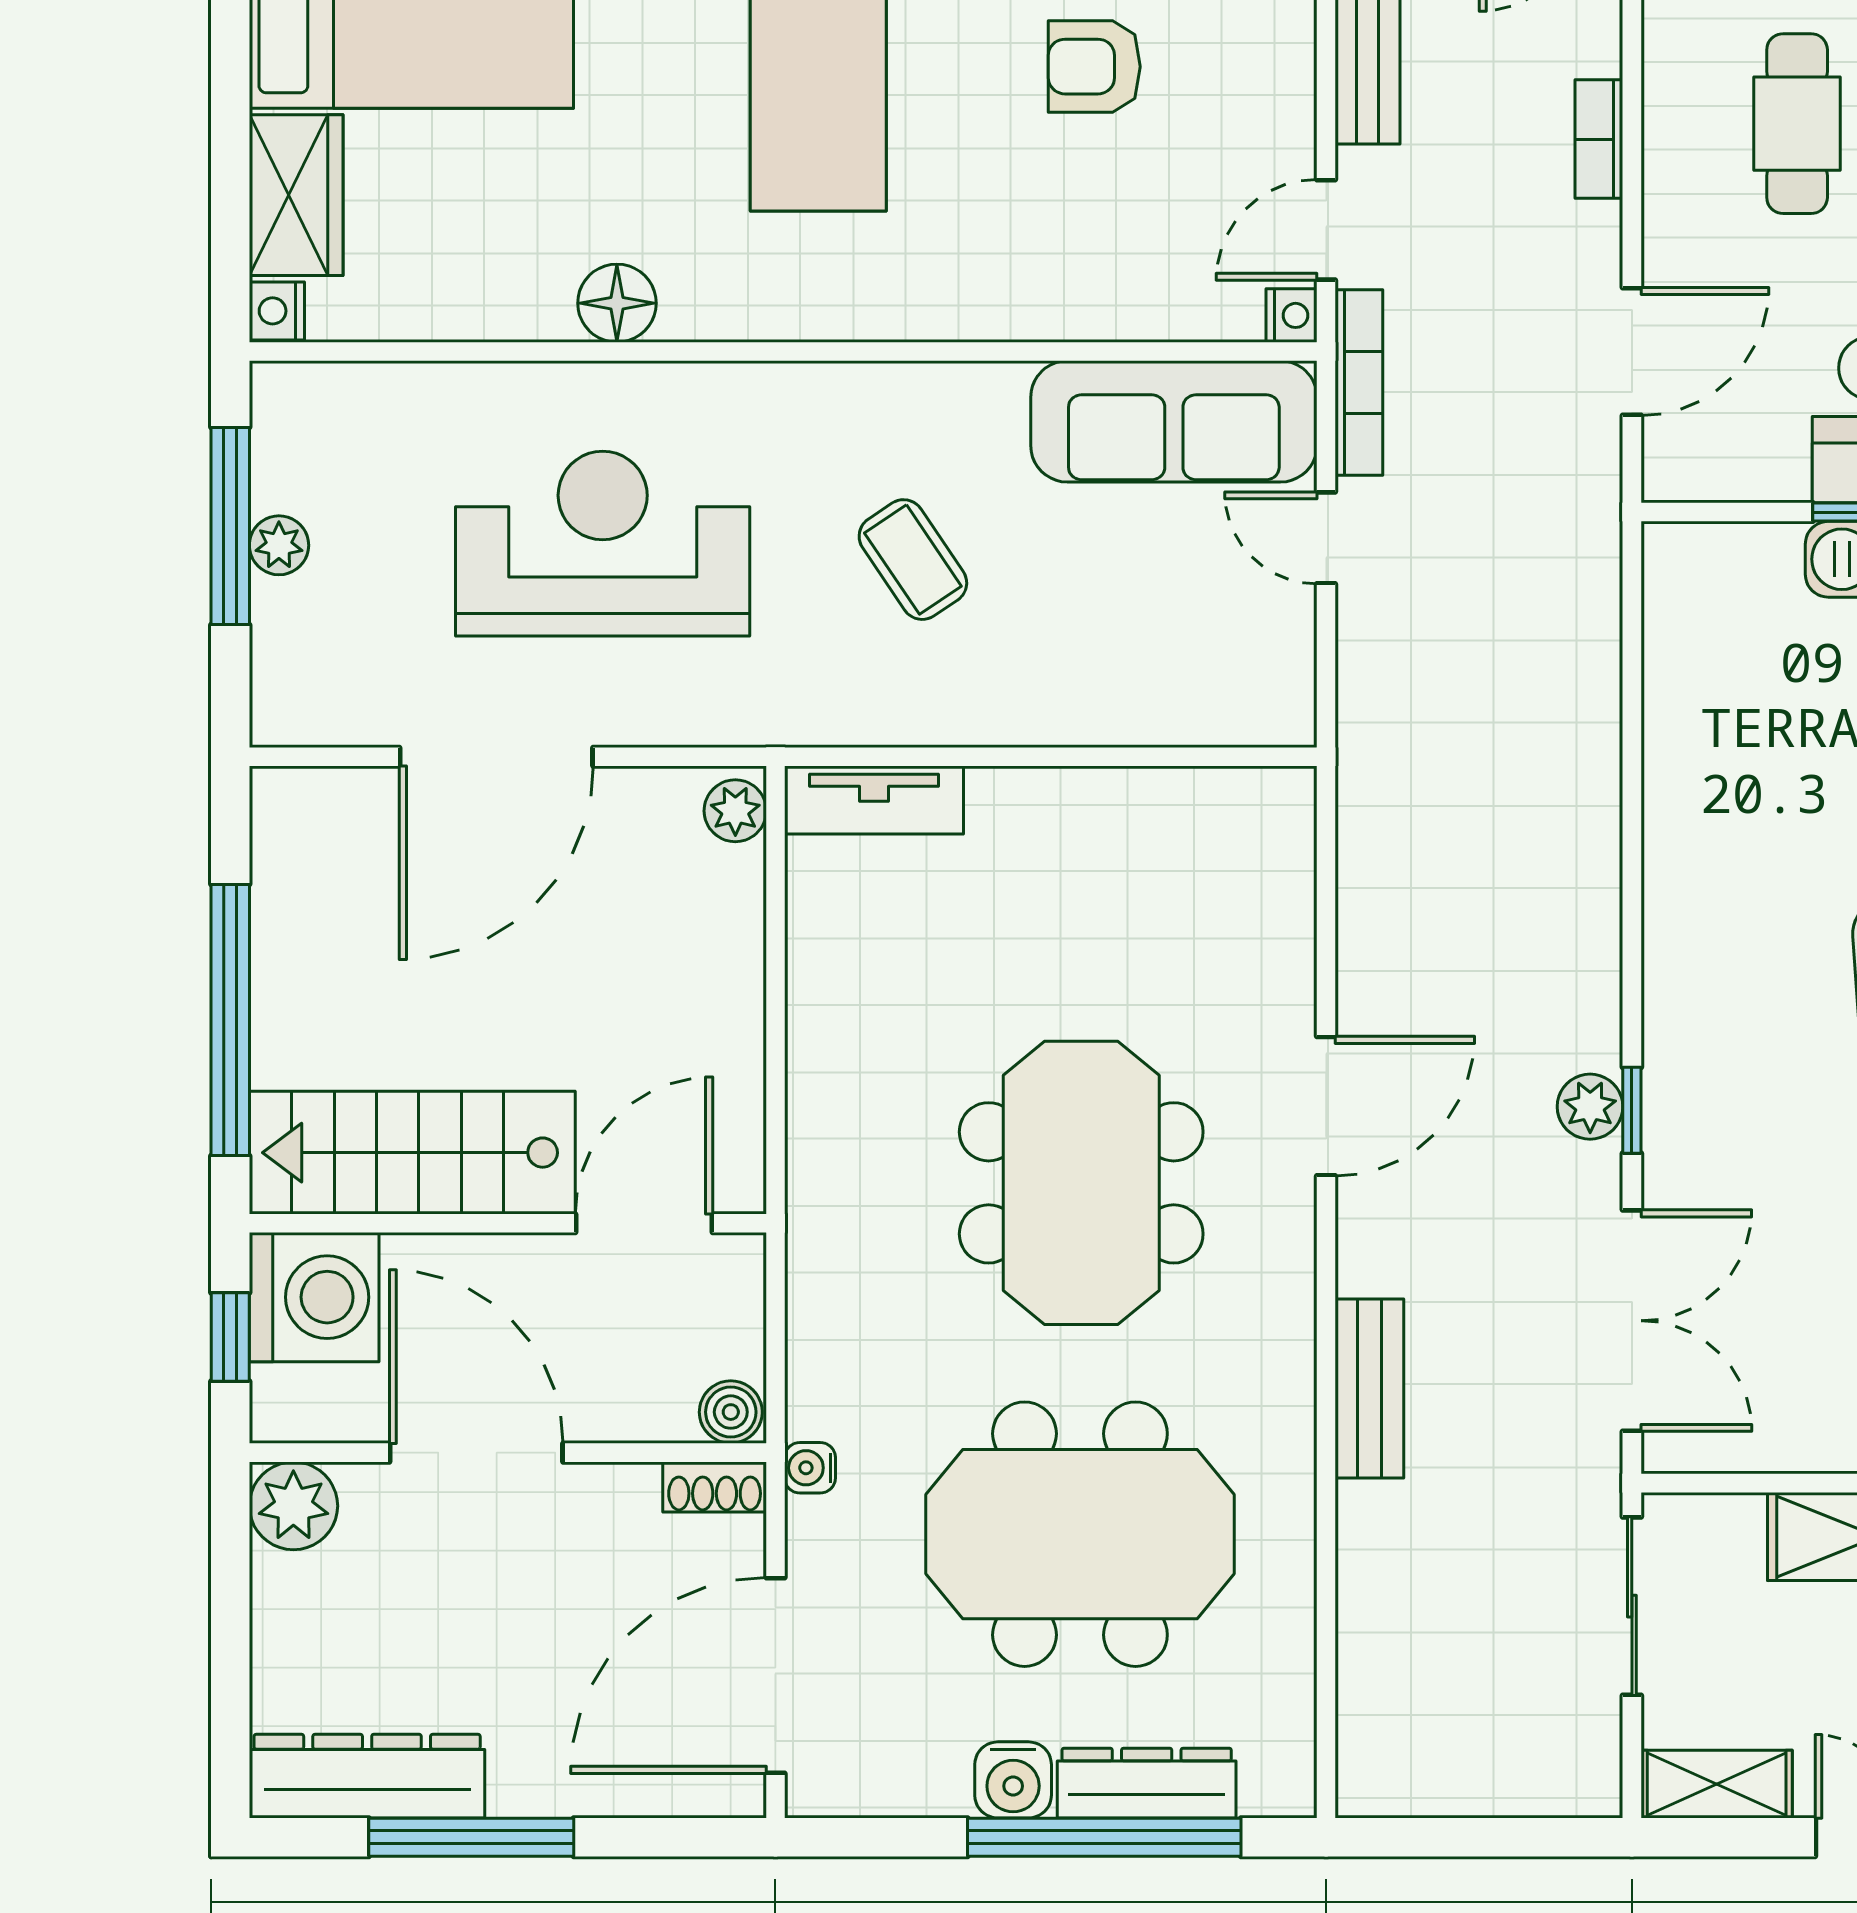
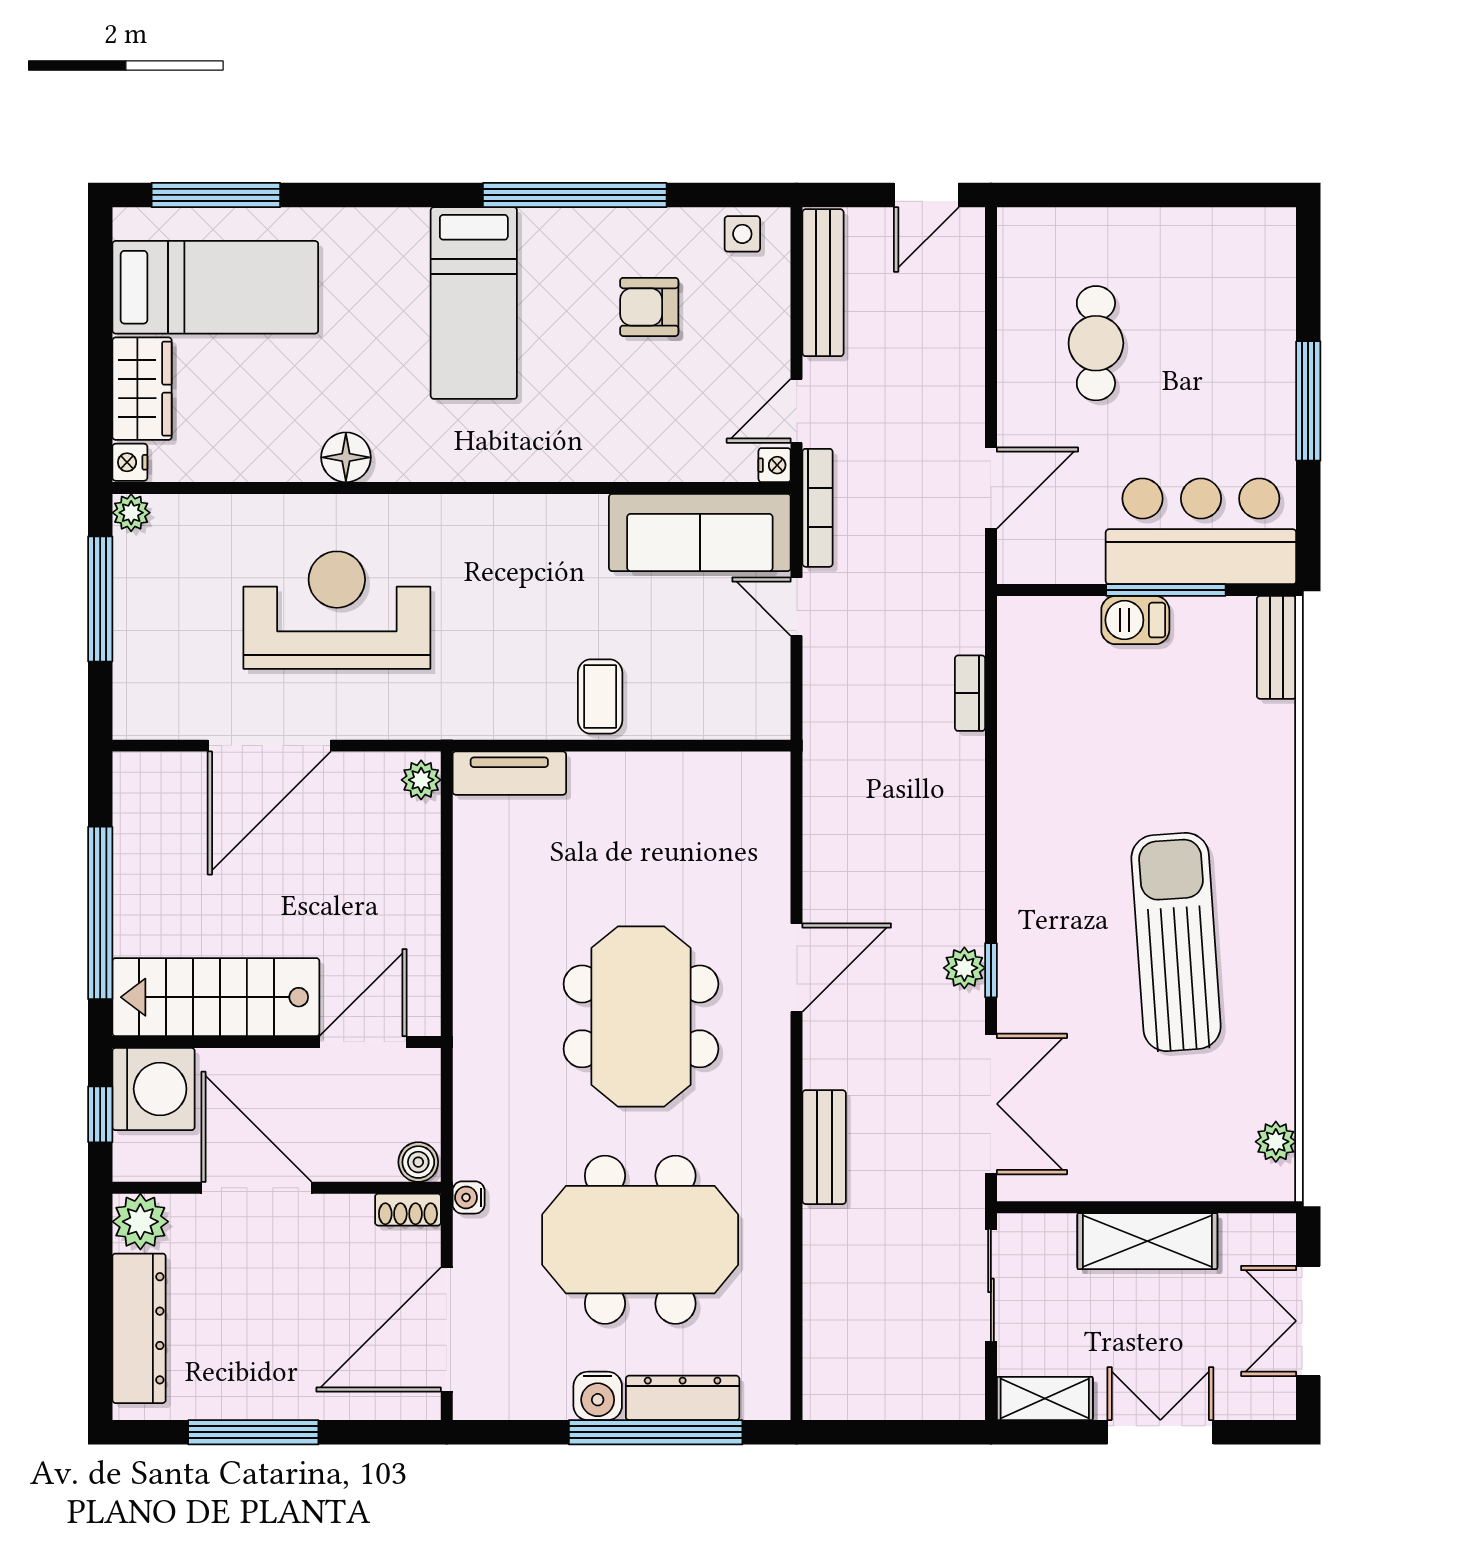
bookcase: (1599, 139) -> (970, 693), moved
plant: (279, 545) -> (131, 513), moved
coffee table: (913, 560) -> (600, 697), moved, turned 34
dresser: (367, 1776) -> (139, 1328), moved, turned 90

